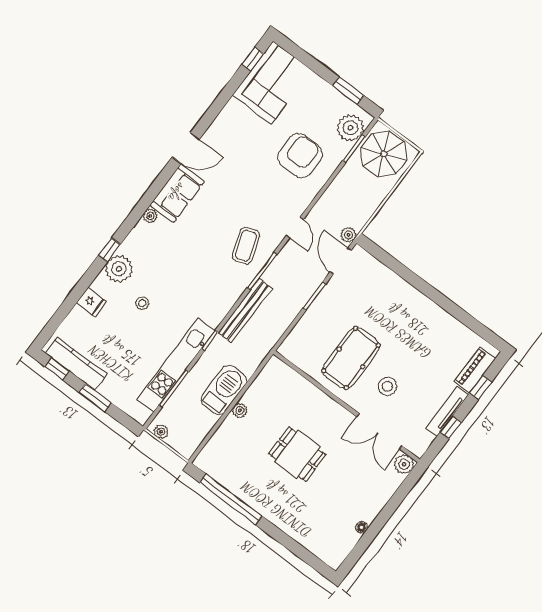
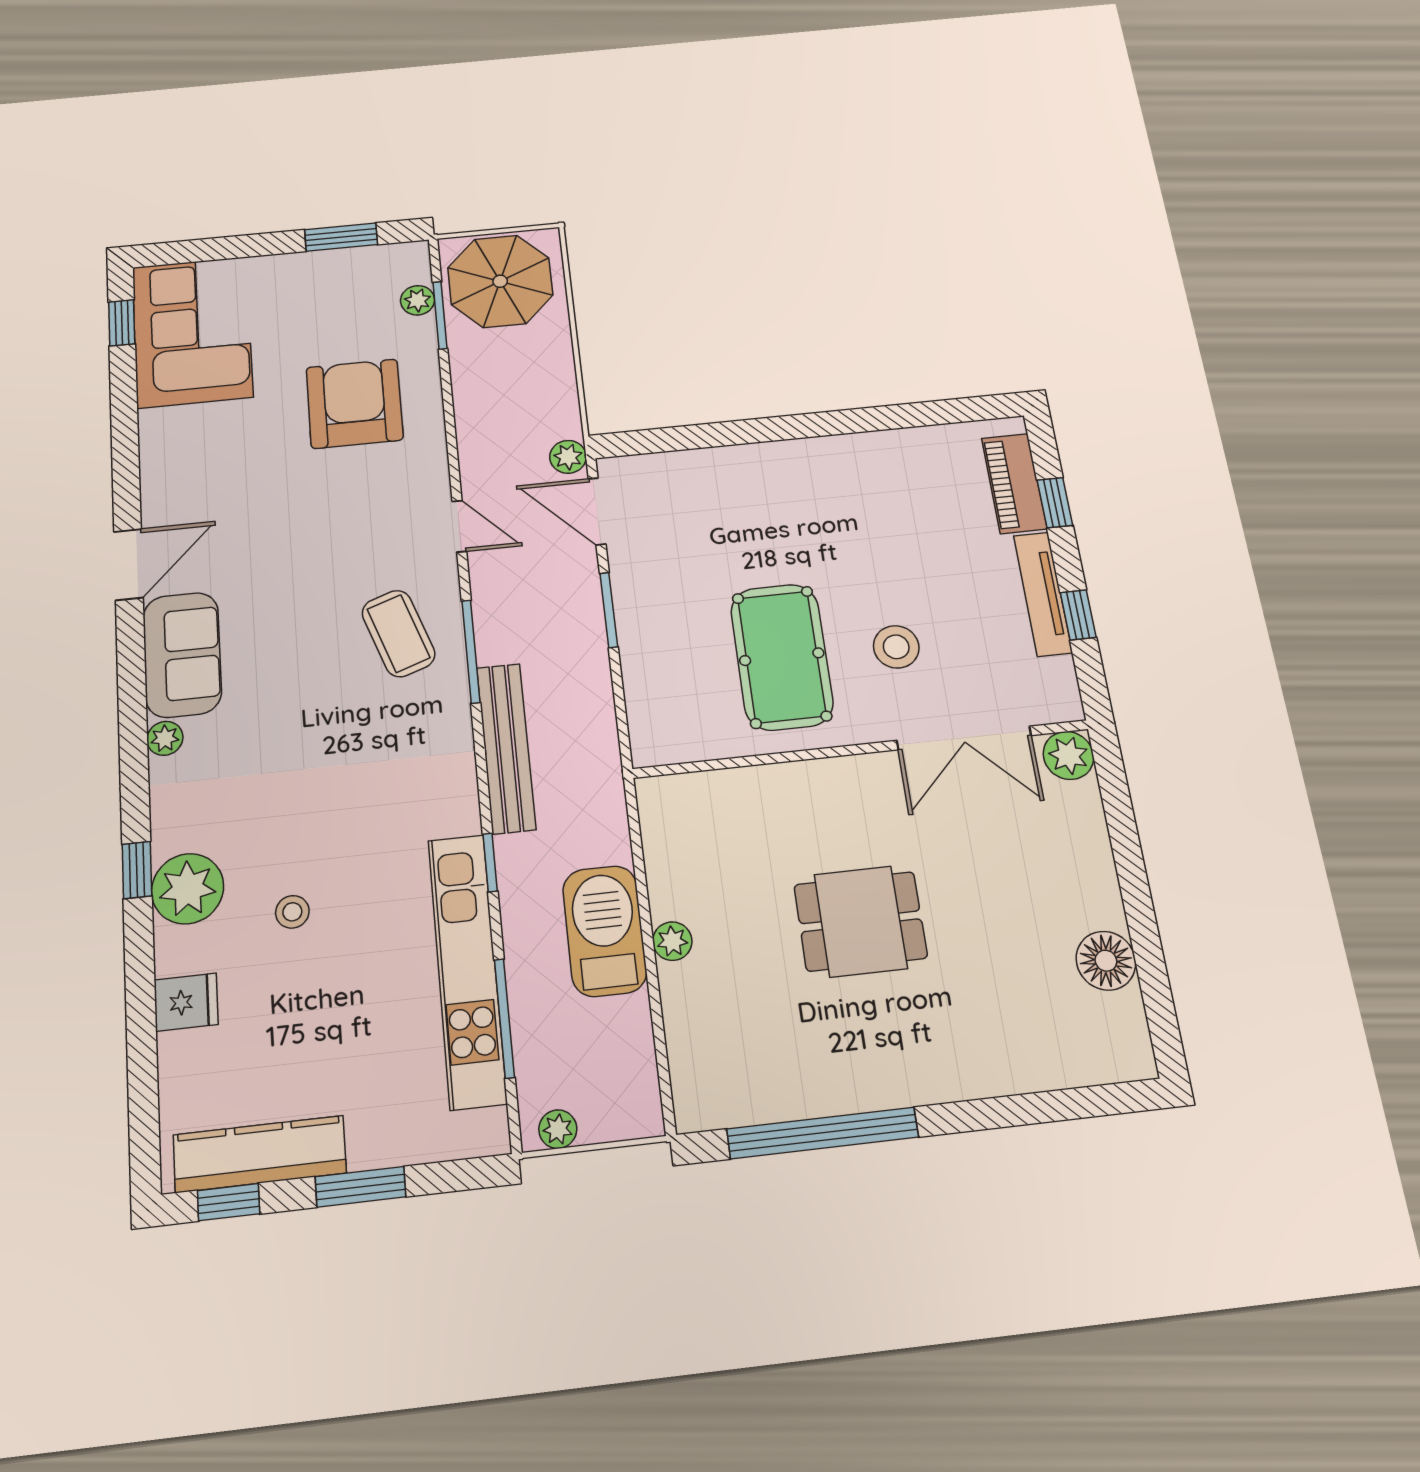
plant: (350, 128) -> (418, 300), width x0.53, depth x0.53
floor lamp: (362, 527) -> (1106, 961), width x1.89, depth x1.89

